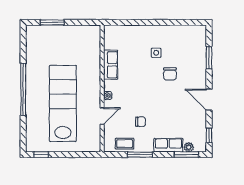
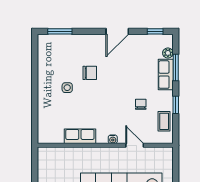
window: (209, 58) -> (60, 31), moved
window: (140, 155) -> (176, 105), width x0.67
window: (186, 155) -> (176, 67), moved

